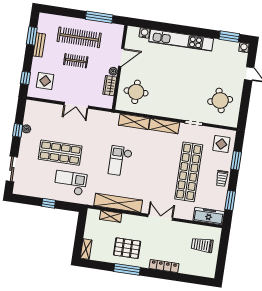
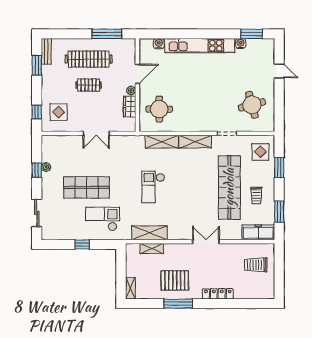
bench: (39, 45) -> (46, 51), moved
water cooler: (244, 48) -> (241, 43), moved
trolley: (222, 178) -> (256, 196), moved
shelving: (118, 203) -> (149, 233), width x0.68

